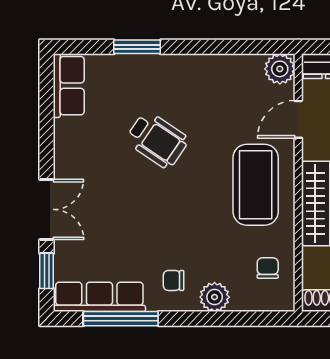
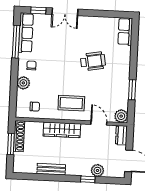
window: (137, 47) -> (132, 90), moved
row of seats: (69, 86) -> (125, 32), moved, turned 90
wheelchair: (157, 140) -> (93, 61), turned -134
coffee table: (256, 185) -> (71, 103), width x0.73, depth x0.76

